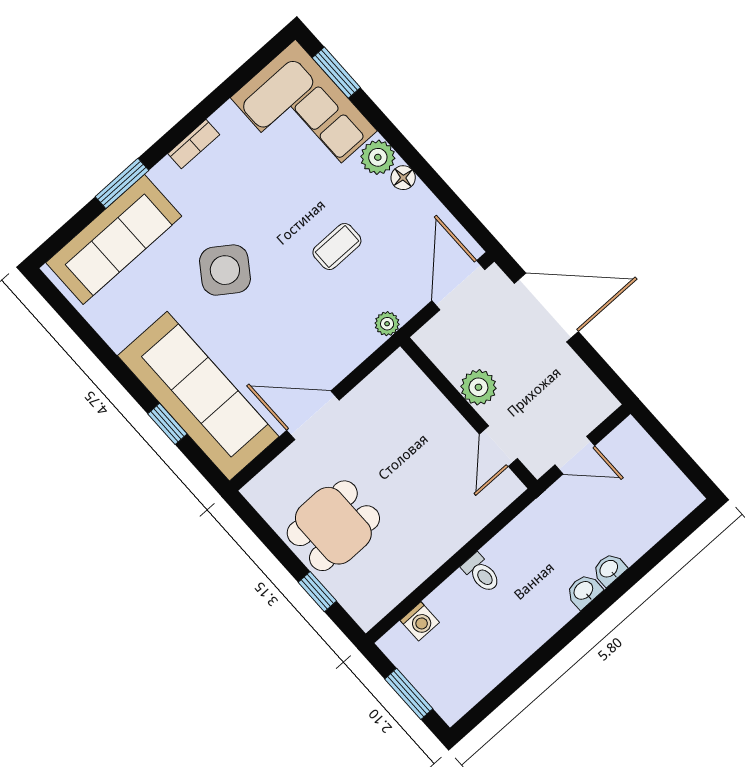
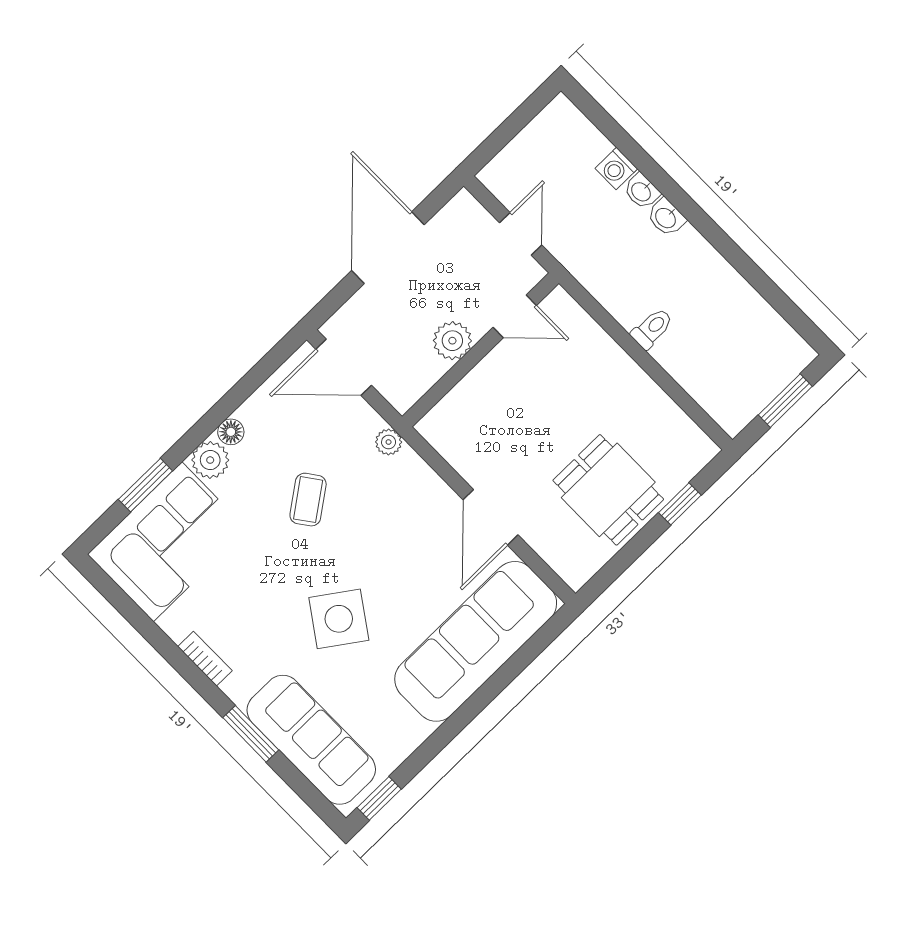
window: (336, 73) -> (145, 485), moved
coffee table: (337, 247) -> (308, 500), turned 54
door: (546, 308) -> (388, 248), moved
window: (167, 424) -> (379, 798), moved
washing machine: (420, 621) -> (616, 169), moved, turned 180

